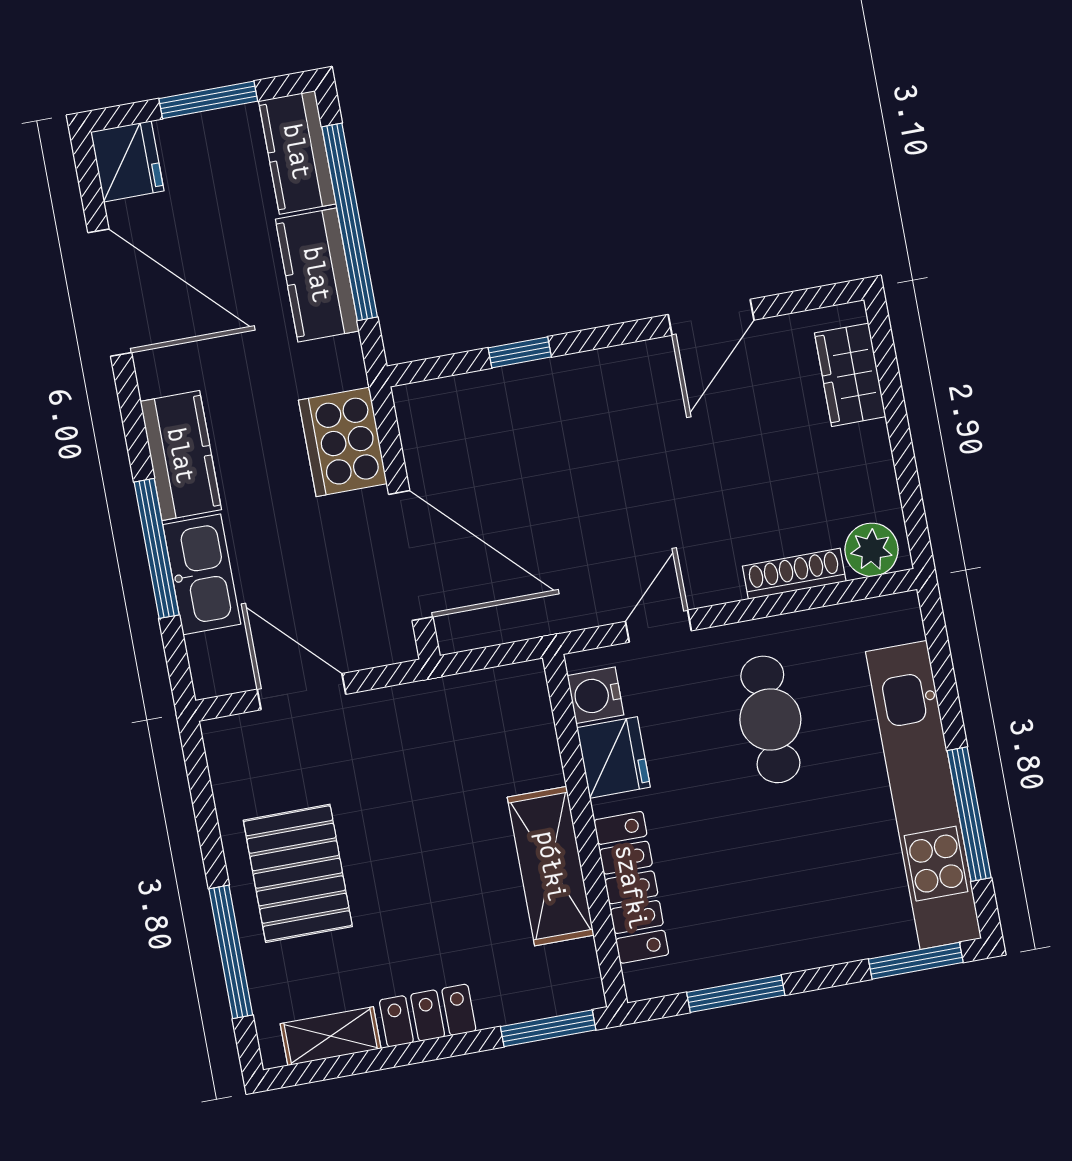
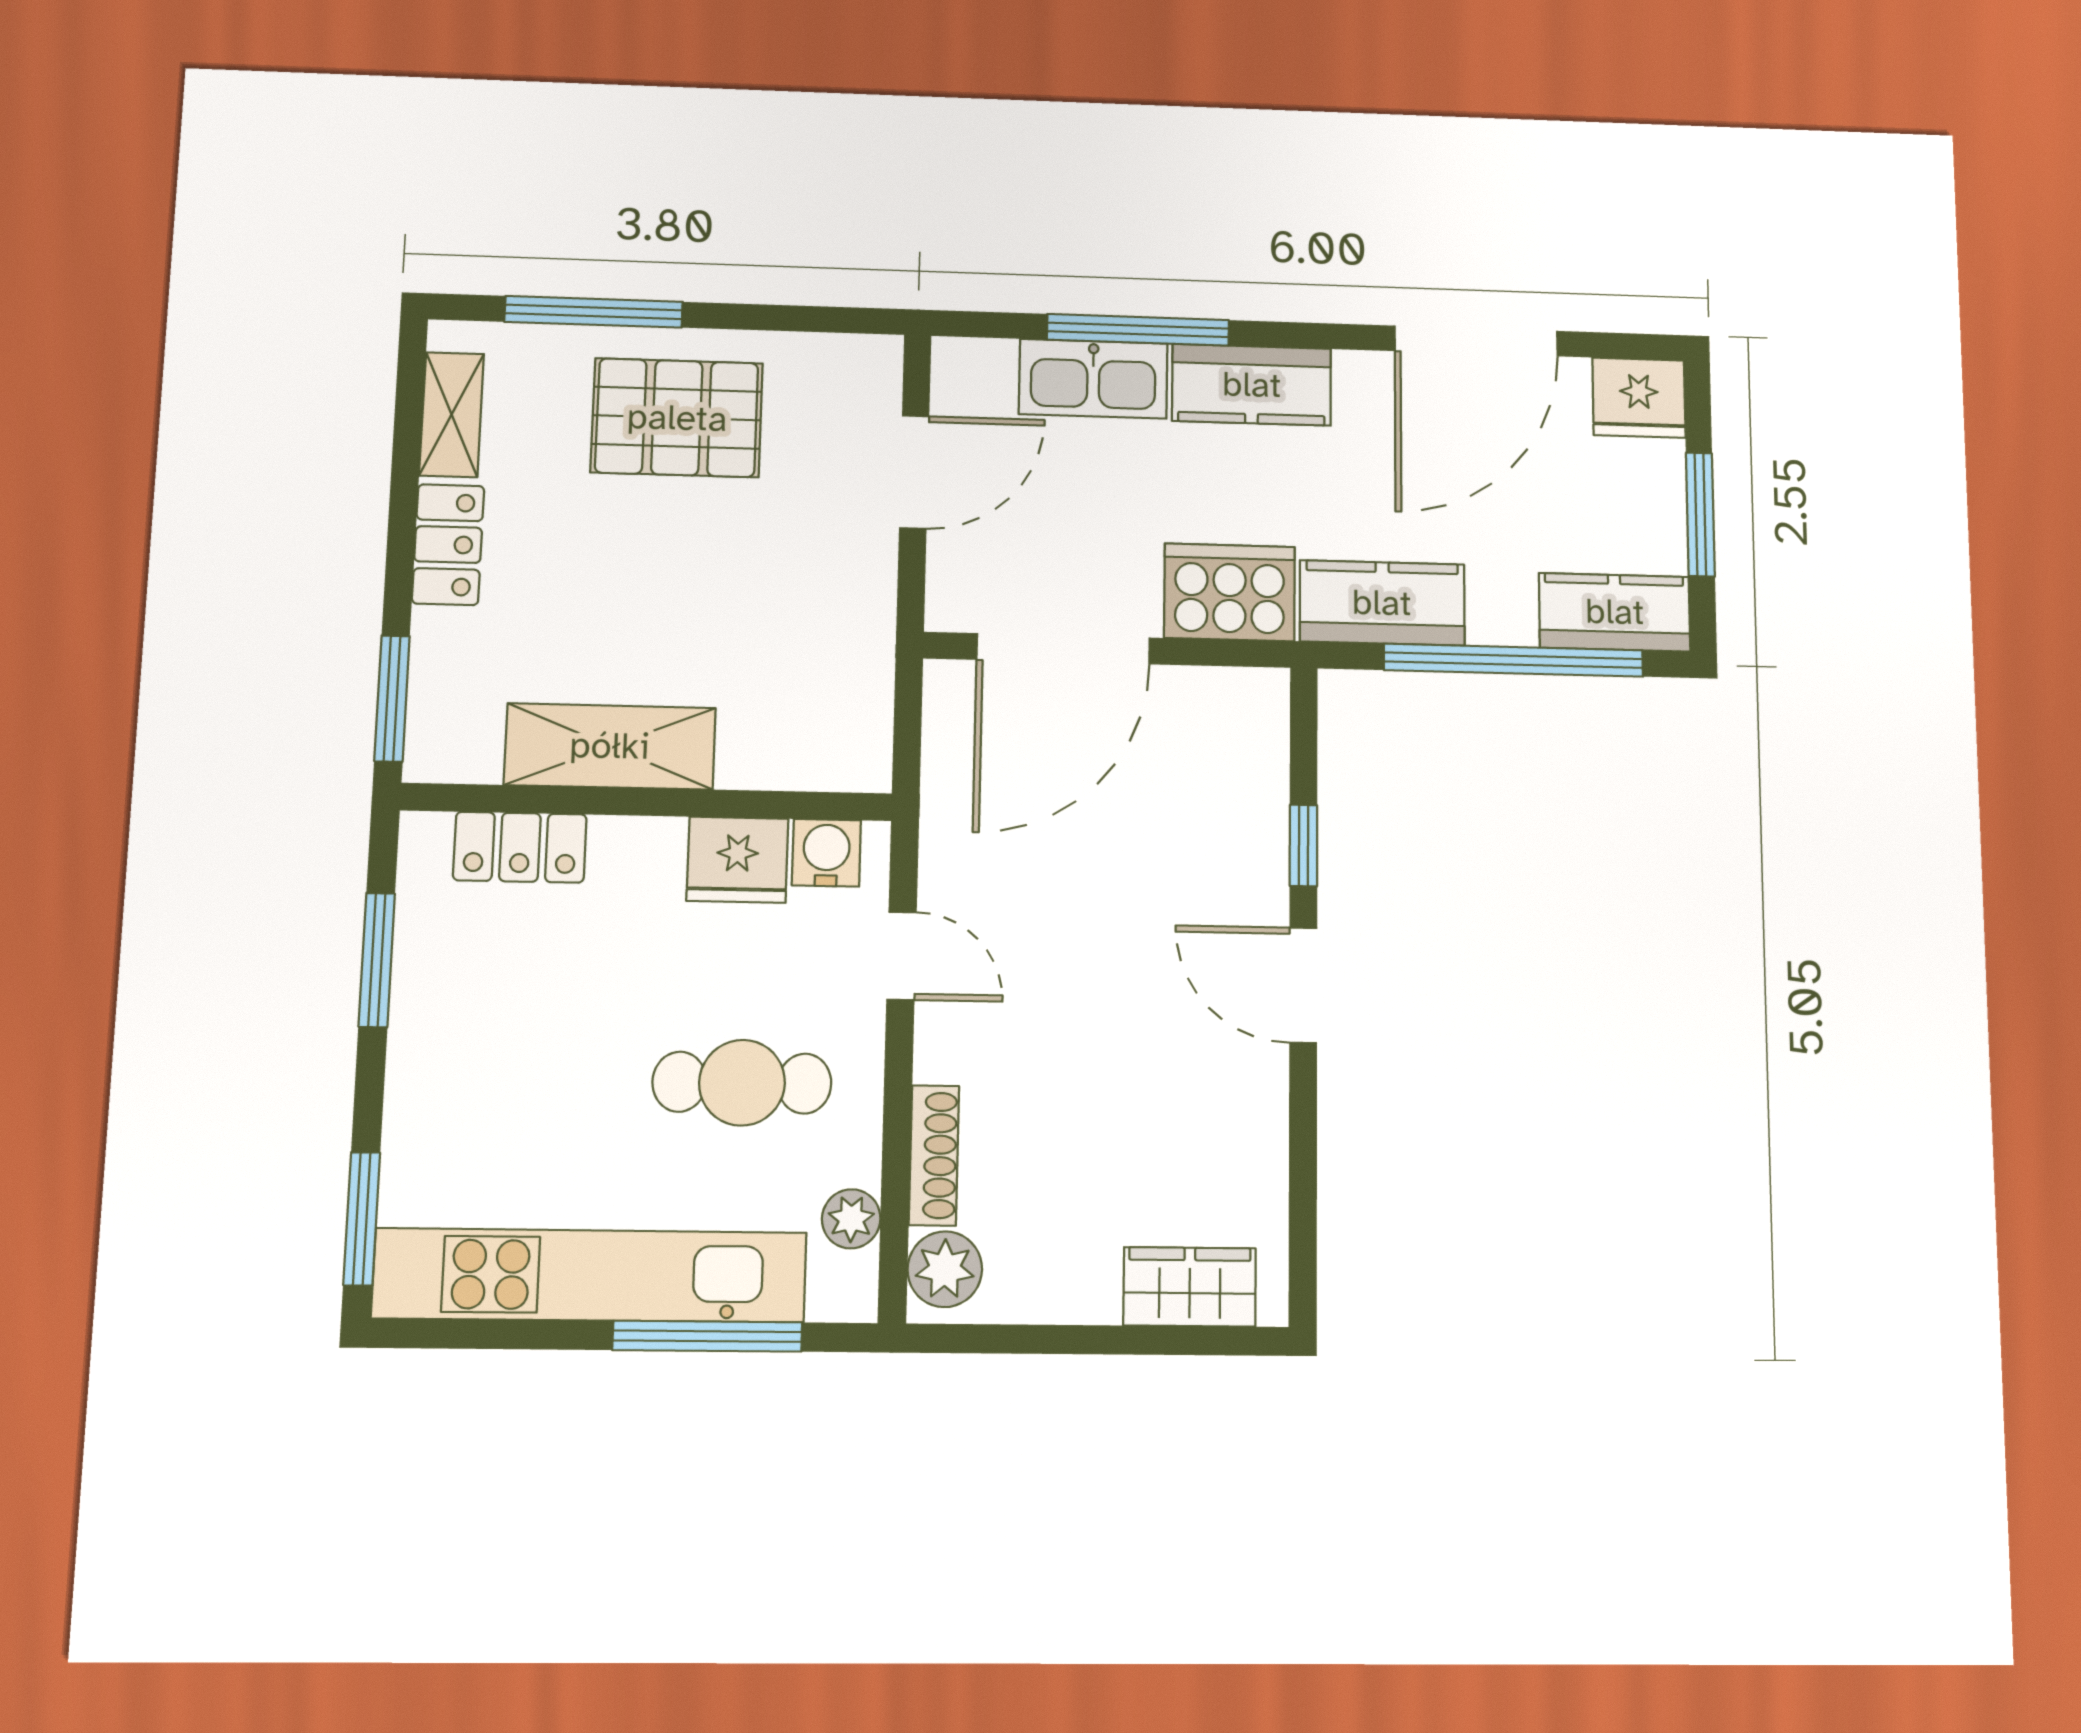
kitchen counter: (317, 275) -> (1382, 603), moved
door: (711, 317) -> (1303, 985), moved
plant: (850, 623) -> (851, 1219), added
window: (969, 814) -> (707, 1336), moved
locker: (631, 887) -> (520, 847), width x0.66

